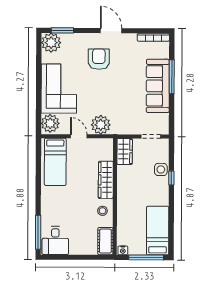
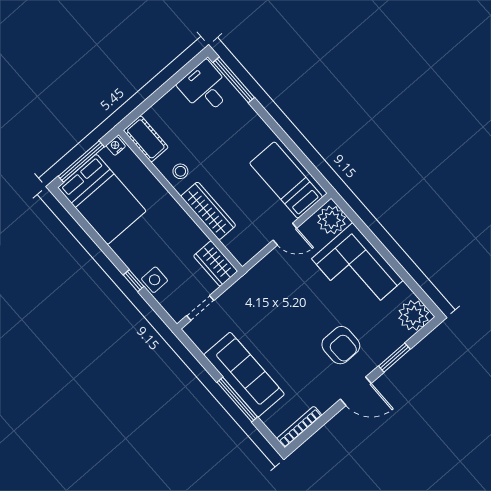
window: (62, 30) -> (394, 358), moved
plant: (101, 125) -> (271, 270), removed
bed: (158, 231) -> (102, 199), width x1.50

